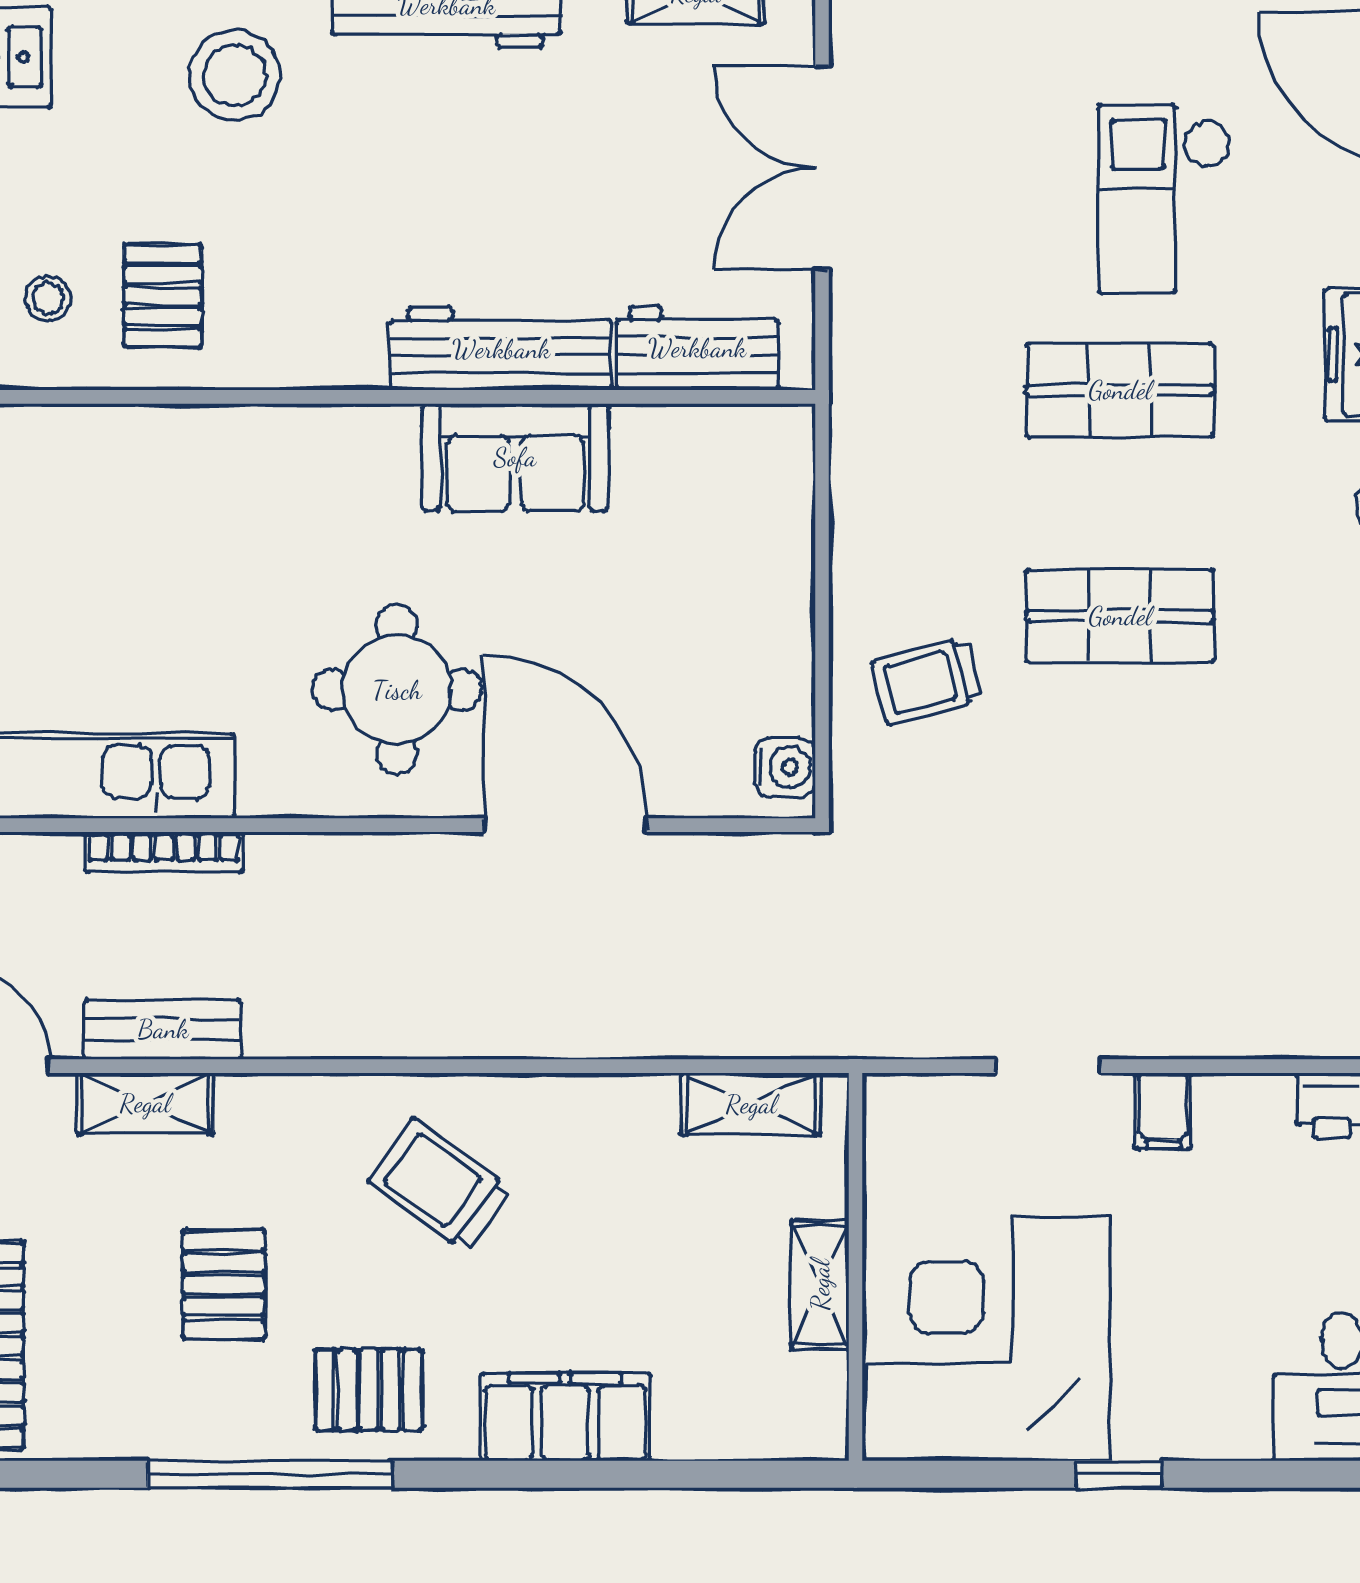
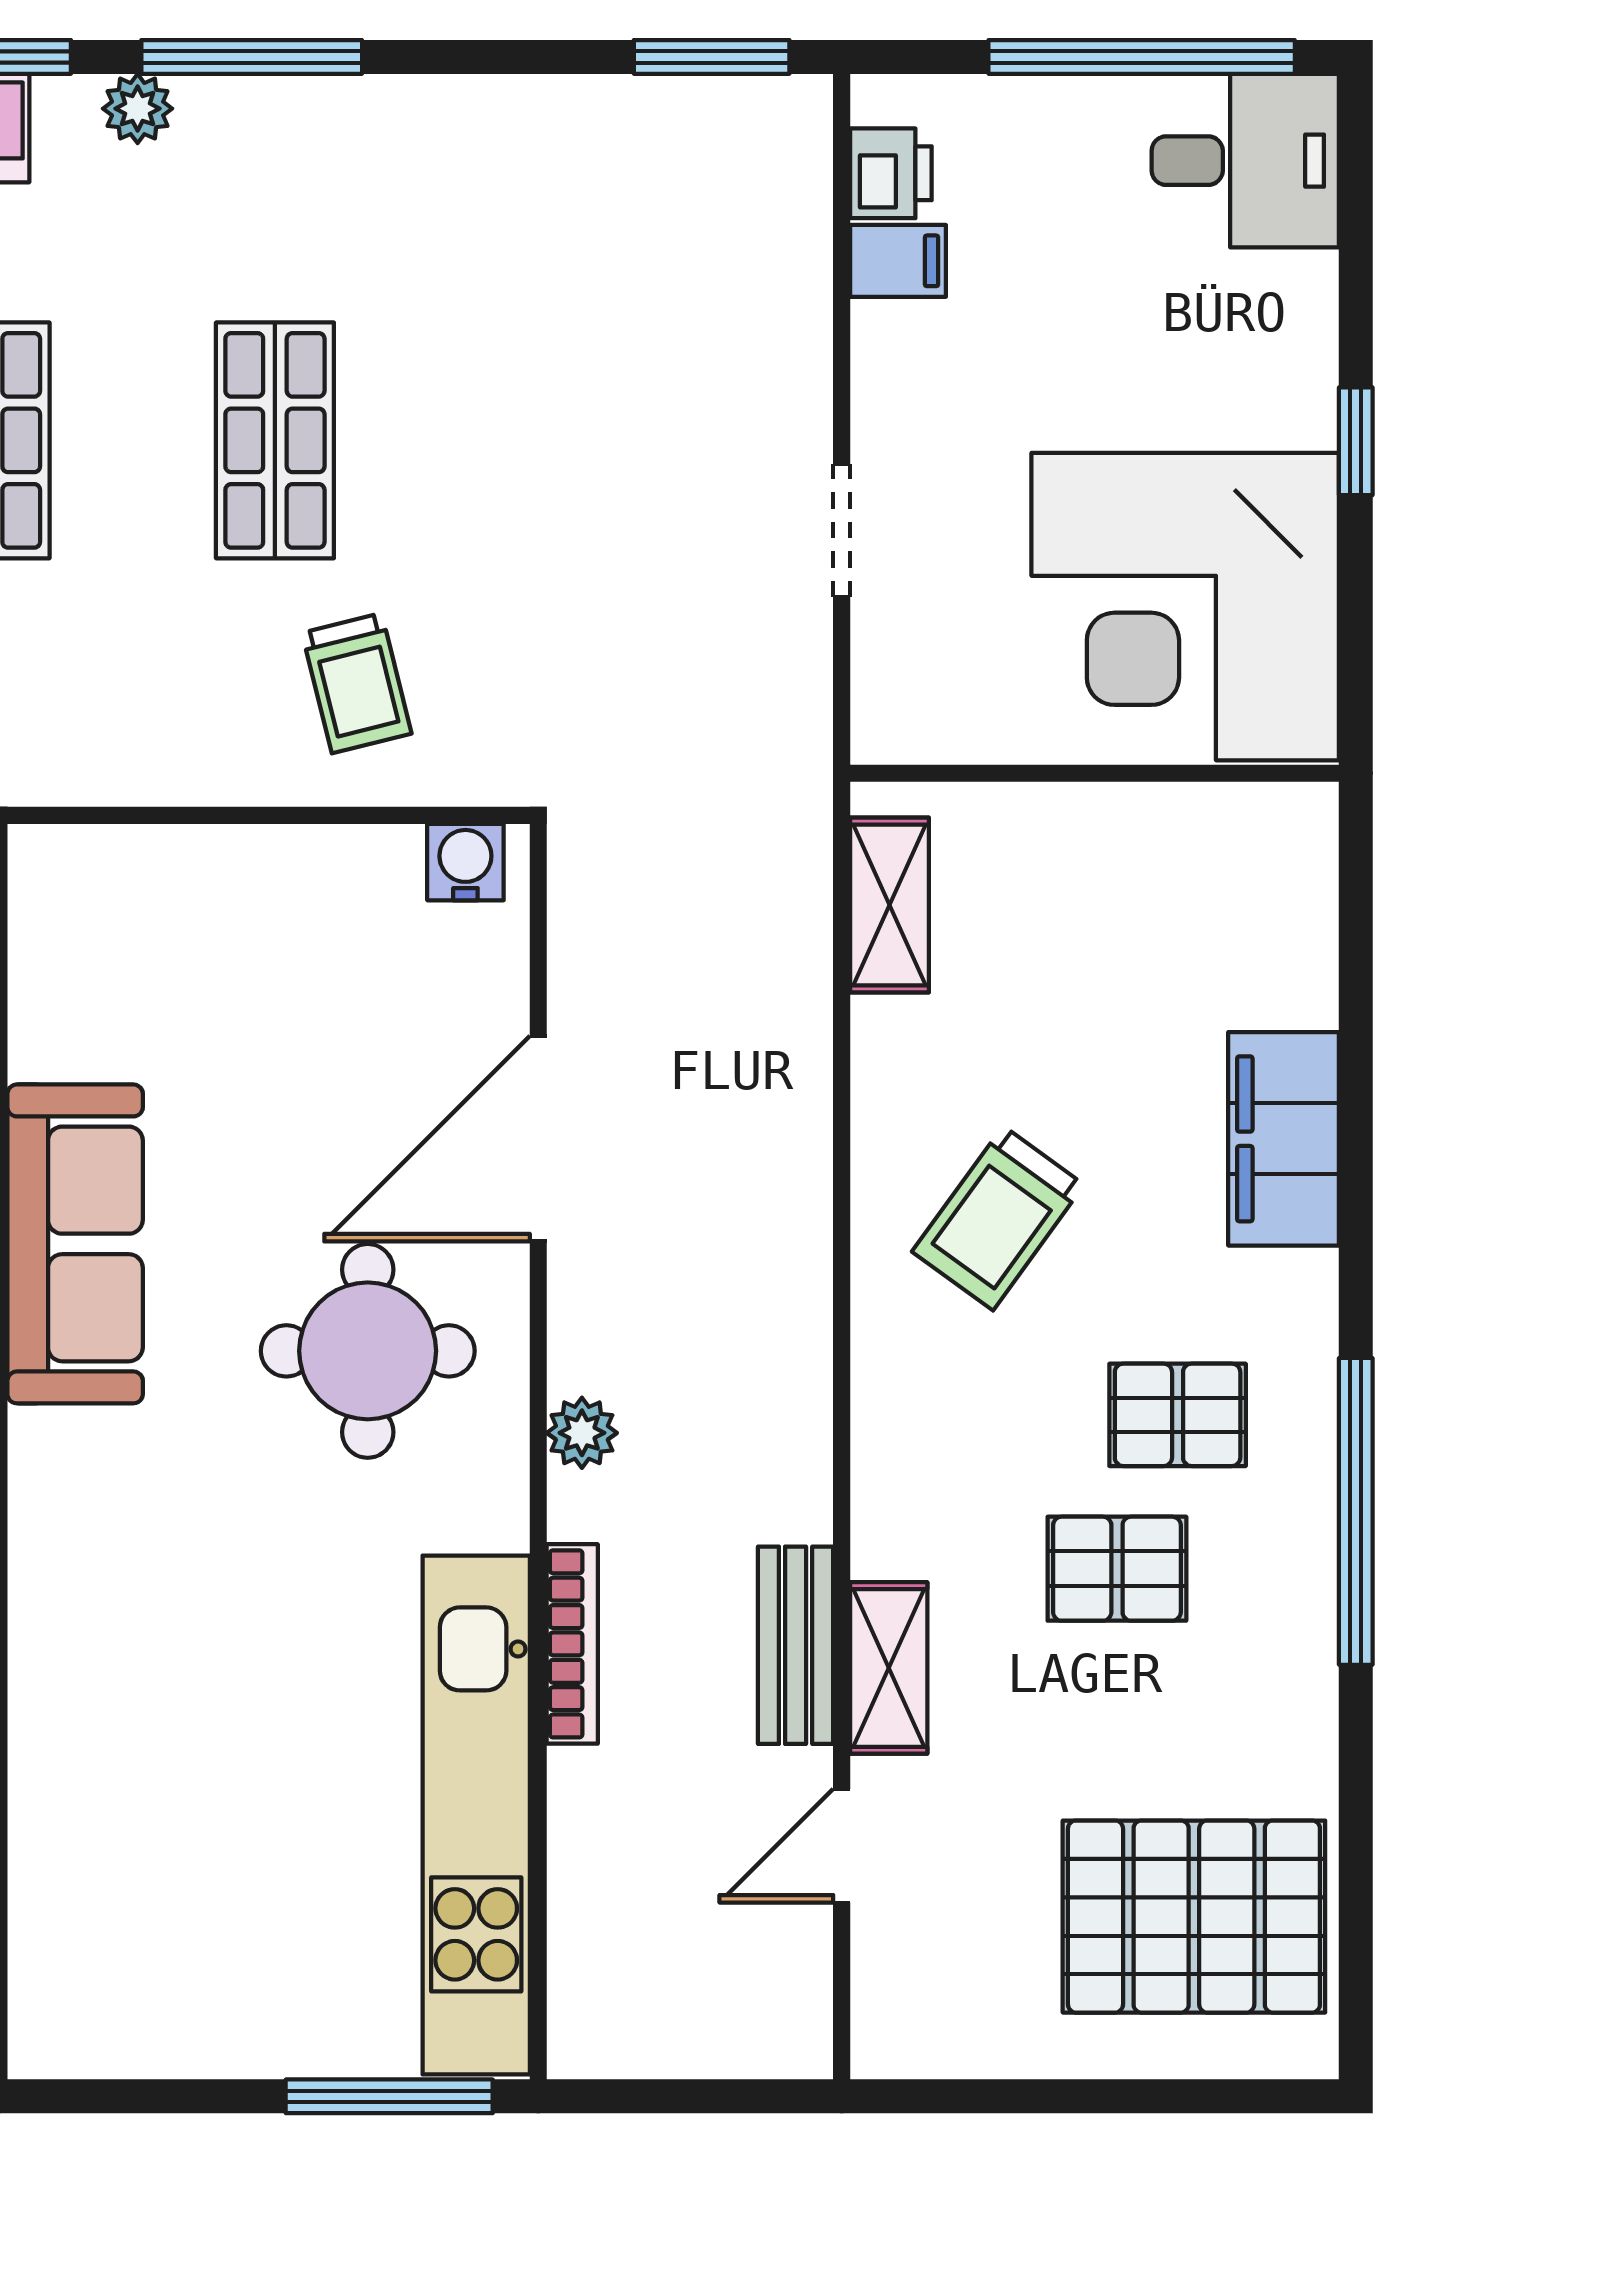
sofa: (515, 457) -> (75, 1244), width x1.36
plant: (332, 860) -> (582, 1433), added
filing cabinet: (1163, 1111) -> (898, 261), moved
trolley: (440, 1185) -> (998, 1218), moved
shelving: (820, 1285) -> (1117, 818), removed
pallet: (369, 1390) -> (1178, 1415), moved, turned 90

